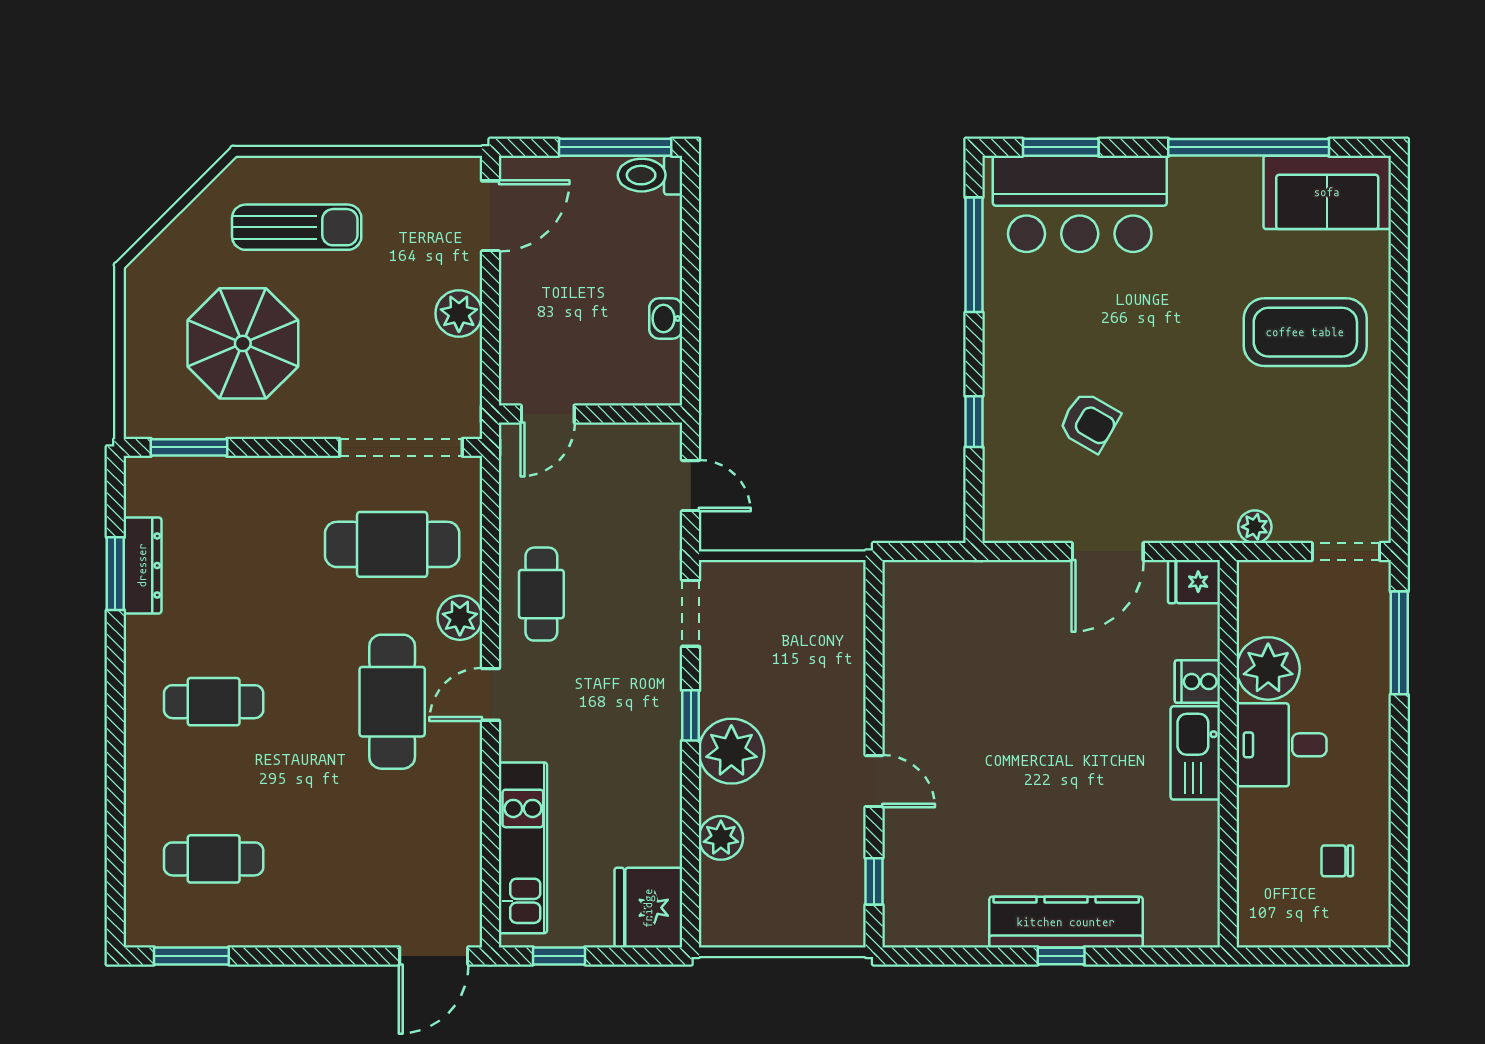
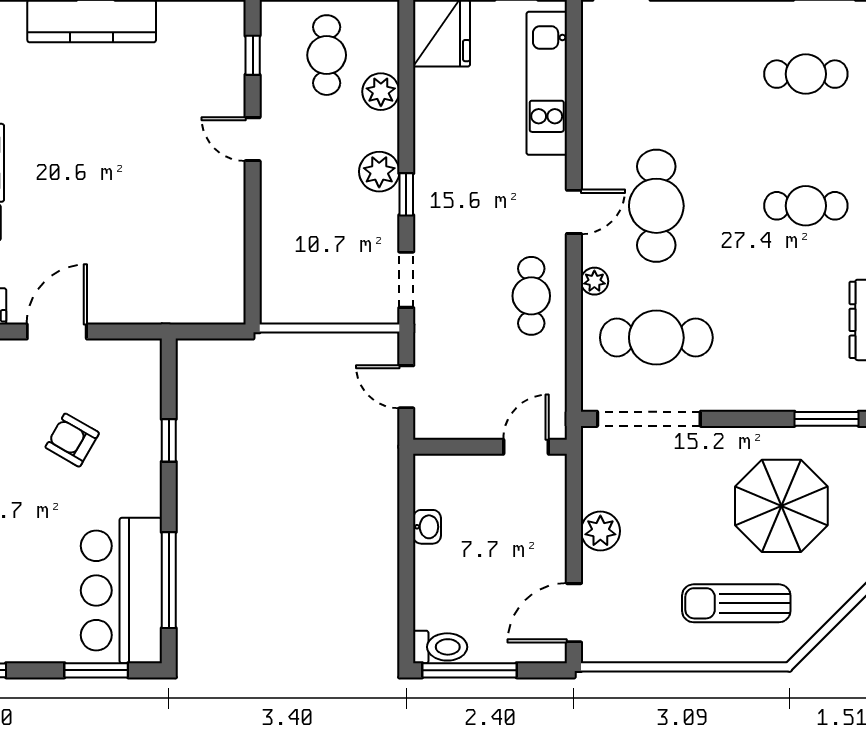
bar counter: (1080, 204) -> (121, 590), moved, turned -90
plant: (460, 618) -> (594, 281), width x0.73, depth x0.73
plant: (731, 751) -> (379, 172), width x0.73, depth x0.73
cafe table: (786, 882) -> (327, 55), added

